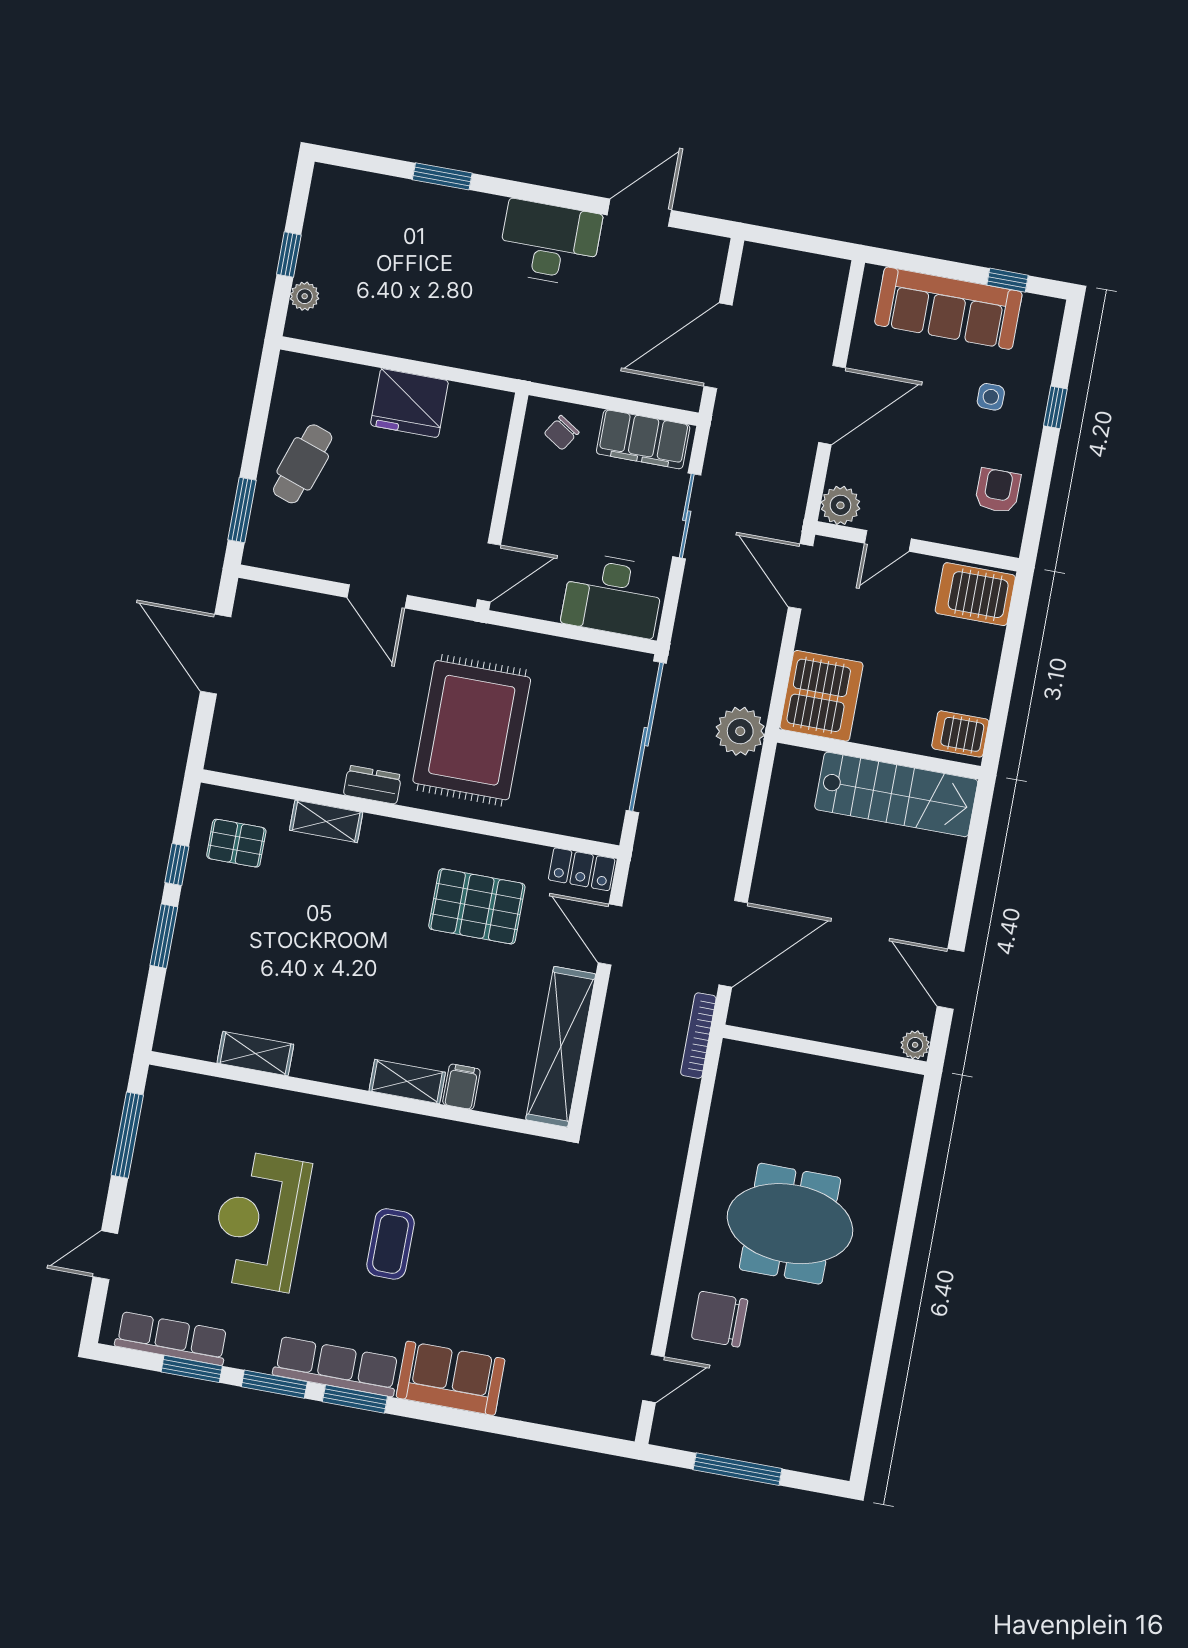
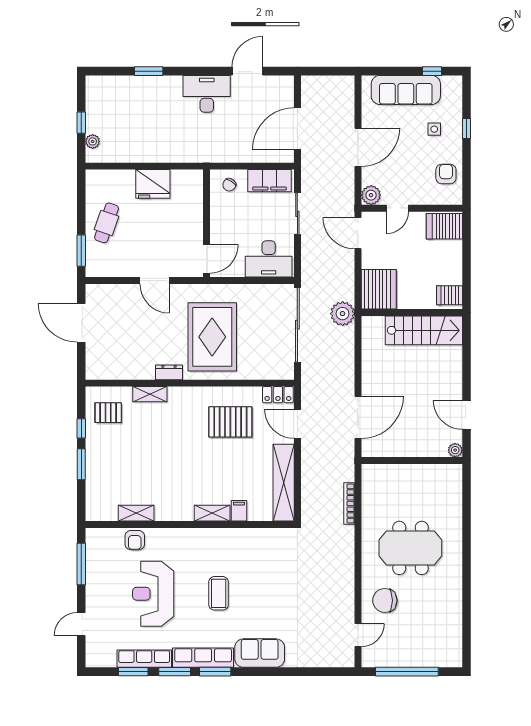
bookcase: (698, 1036) -> (349, 504), moved
armchair: (243, 1107) -> (135, 540), added
row of seats: (171, 1338) -> (144, 659), moved
window: (738, 1469) -> (407, 672), width x1.46

